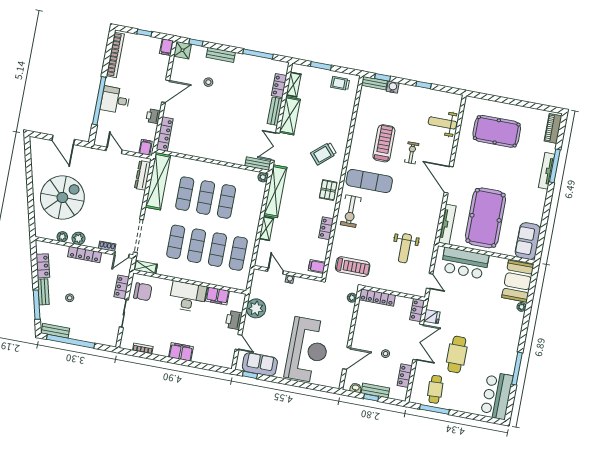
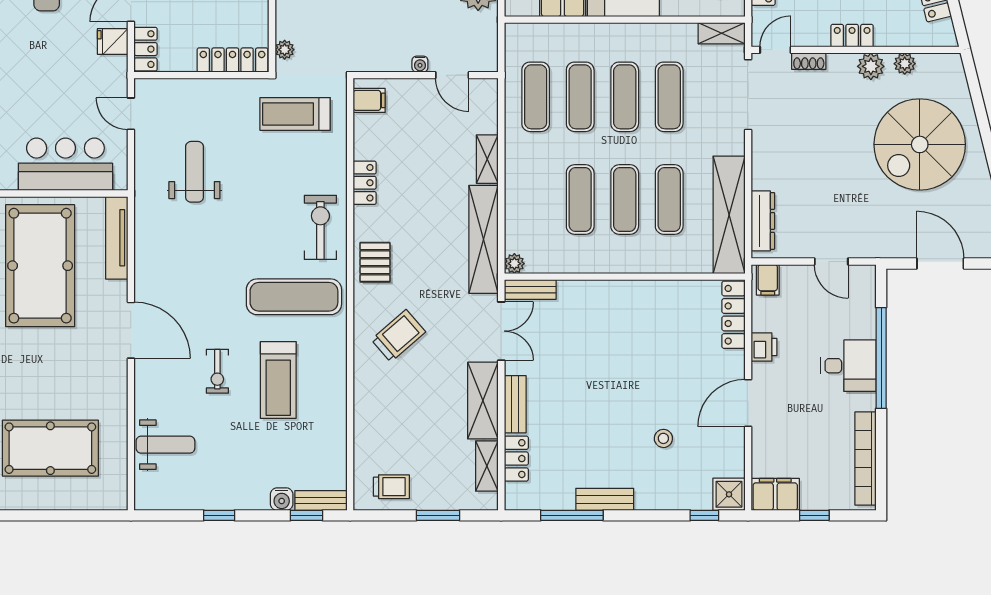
filing cabinet: (166, 47) -> (775, 494), width x2.00
bench: (221, 55) -> (605, 499), moved
locker: (85, 254) -> (852, 36), width x0.66

